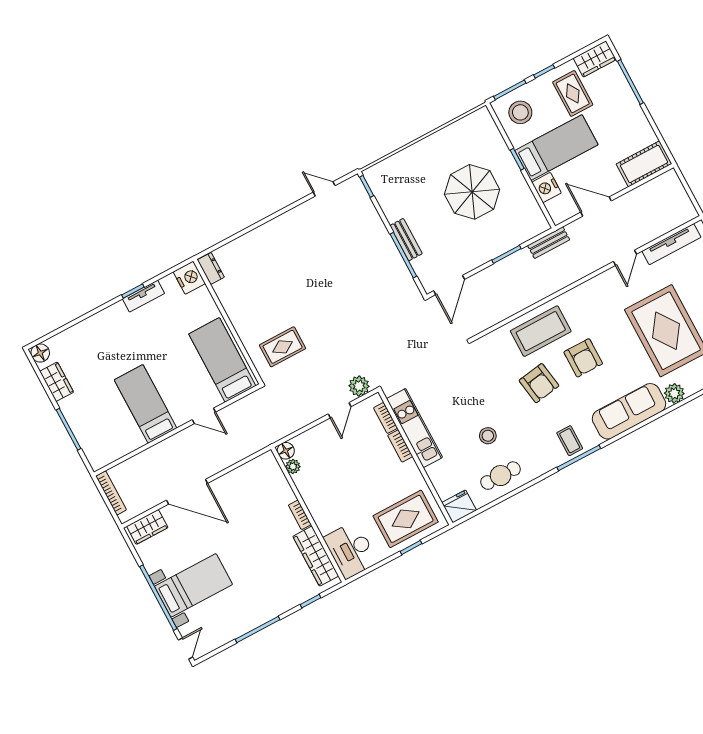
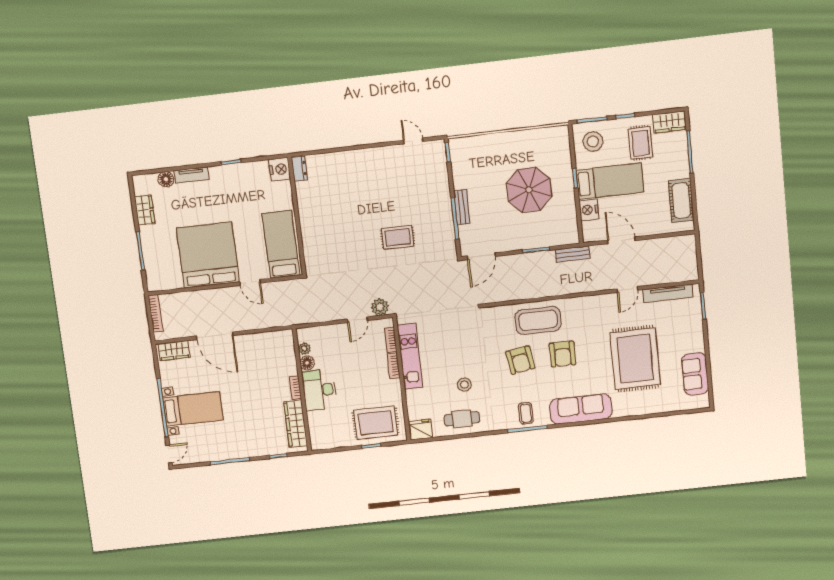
cot: (644, 164) -> (681, 201), moved, turned 90
tv unit: (144, 296) -> (191, 175), moved
rug: (283, 347) -> (398, 237), moved
floor lamp: (40, 353) -> (166, 179), moved
plant: (674, 393) -> (621, 409), removed
bed: (146, 404) -> (208, 255), width x2.04
floor lamp: (286, 451) -> (307, 363), moved
desk: (351, 550) -> (319, 390), moved

